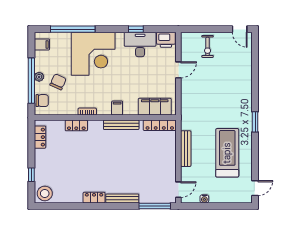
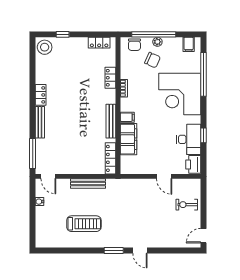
filing cabinet: (155, 107) -> (128, 139), moved
treadmill: (227, 153) -> (84, 224), width x0.73, depth x0.73
door: (255, 188) -> (140, 251), moved

